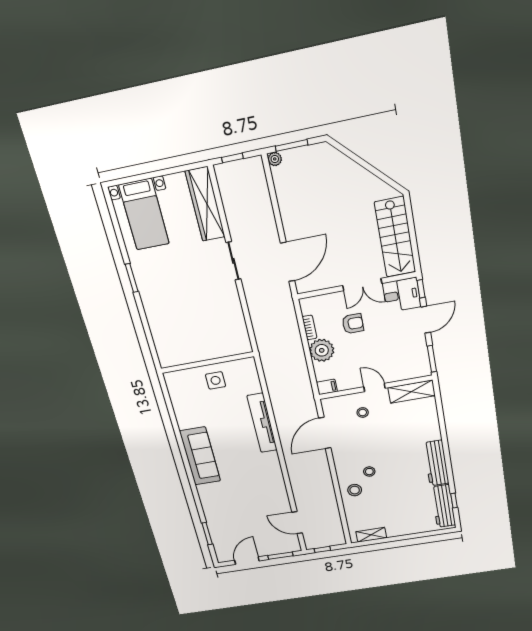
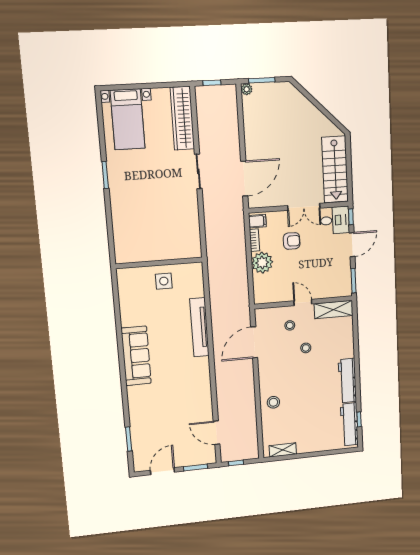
filing cabinet: (327, 387) -> (257, 221), moved
stool: (369, 472) -> (306, 348), moved

